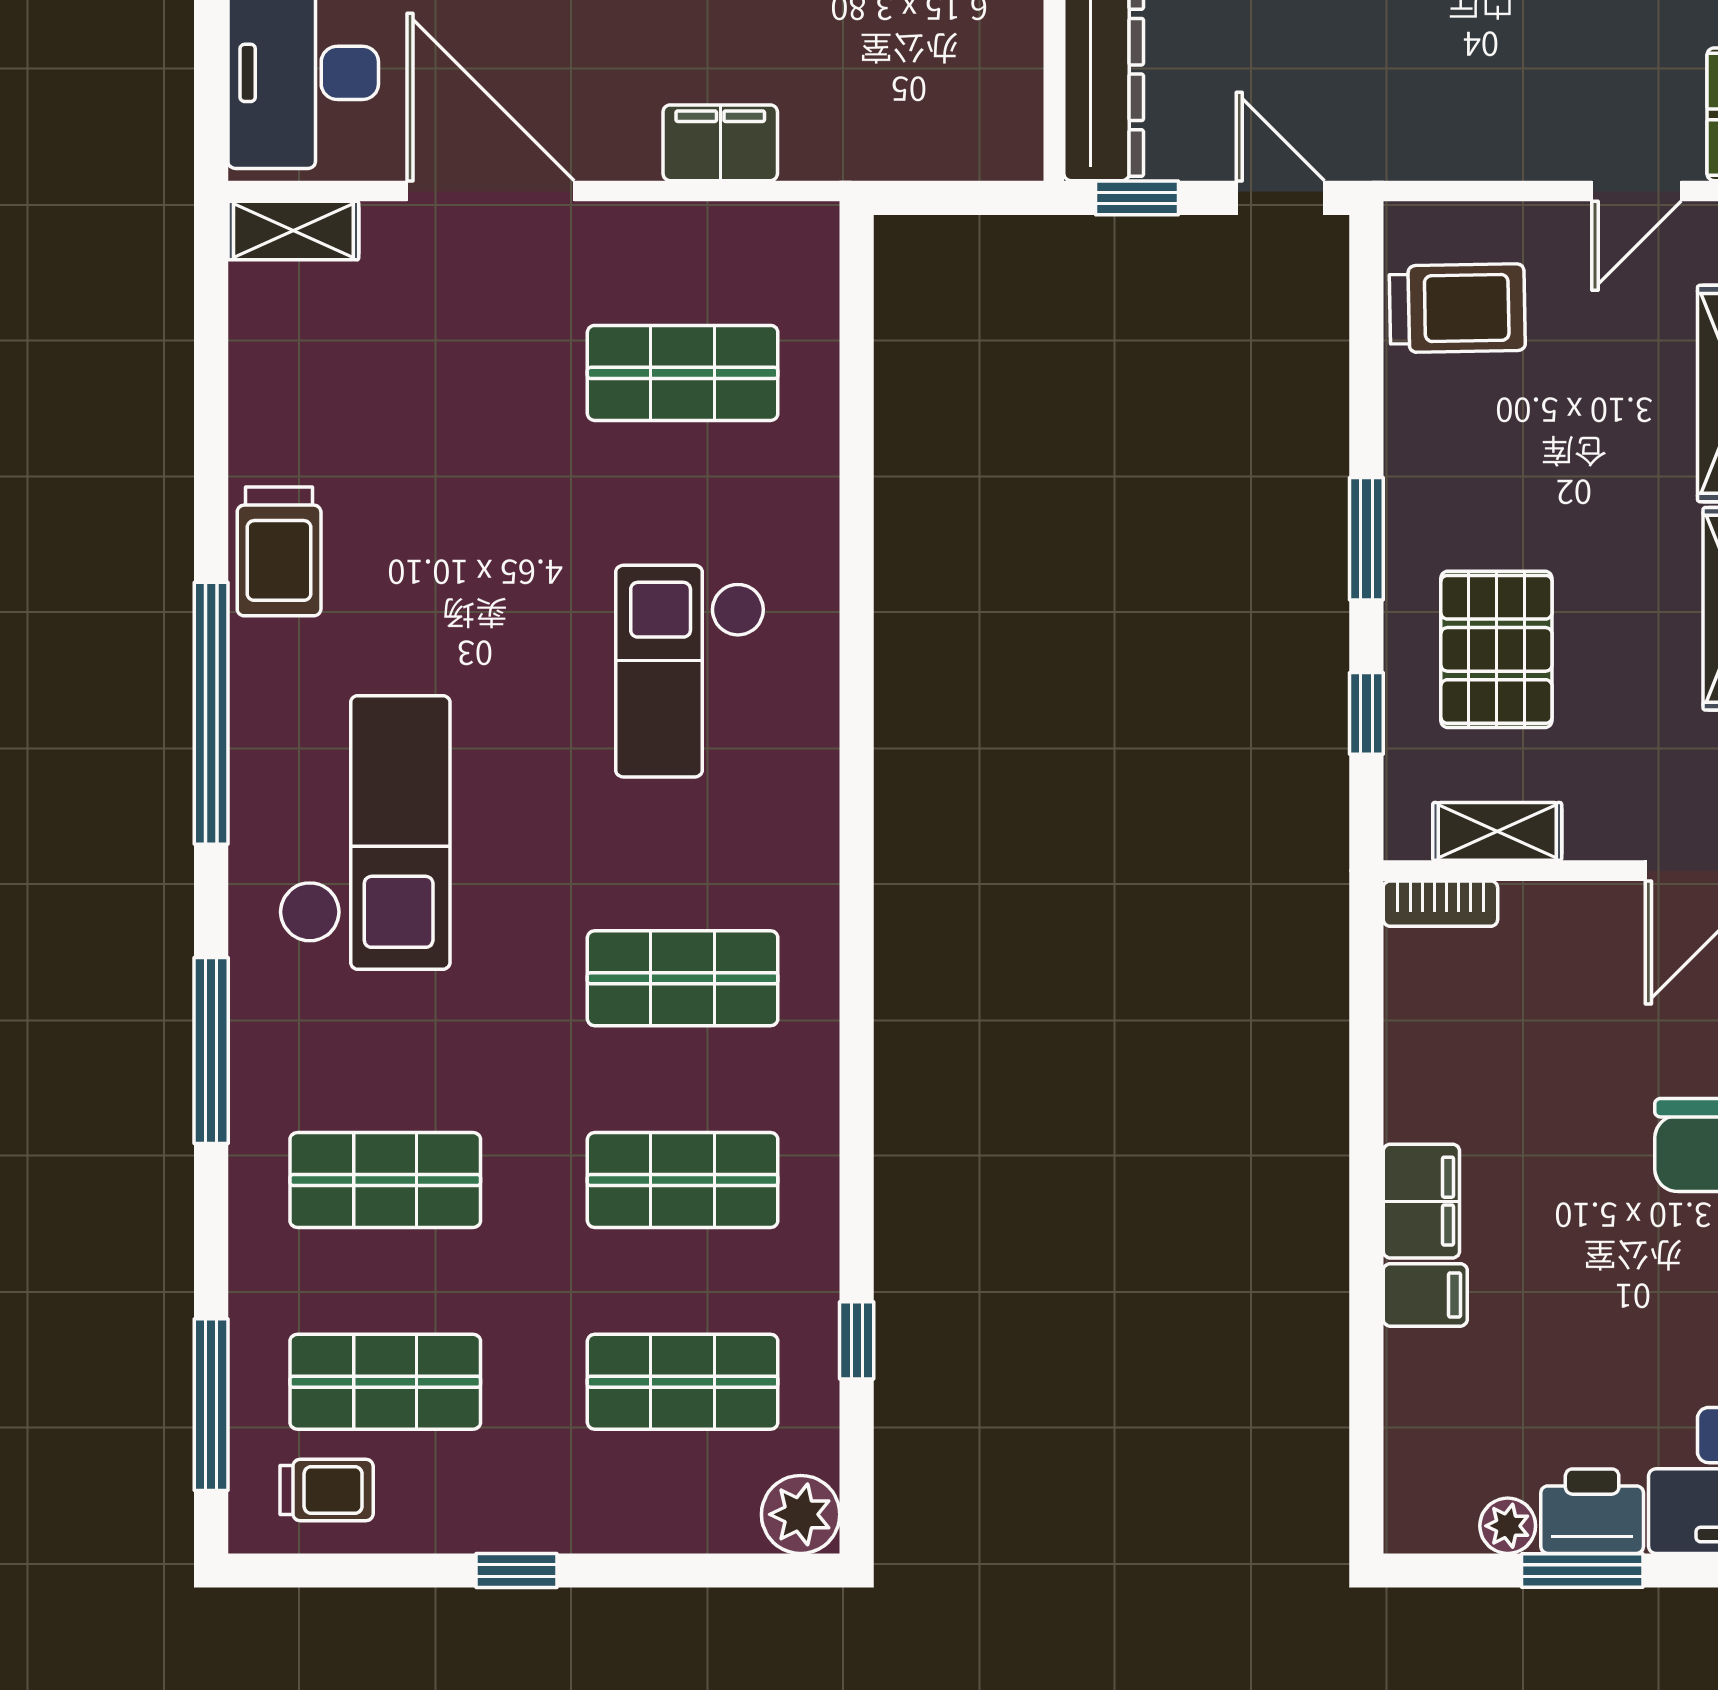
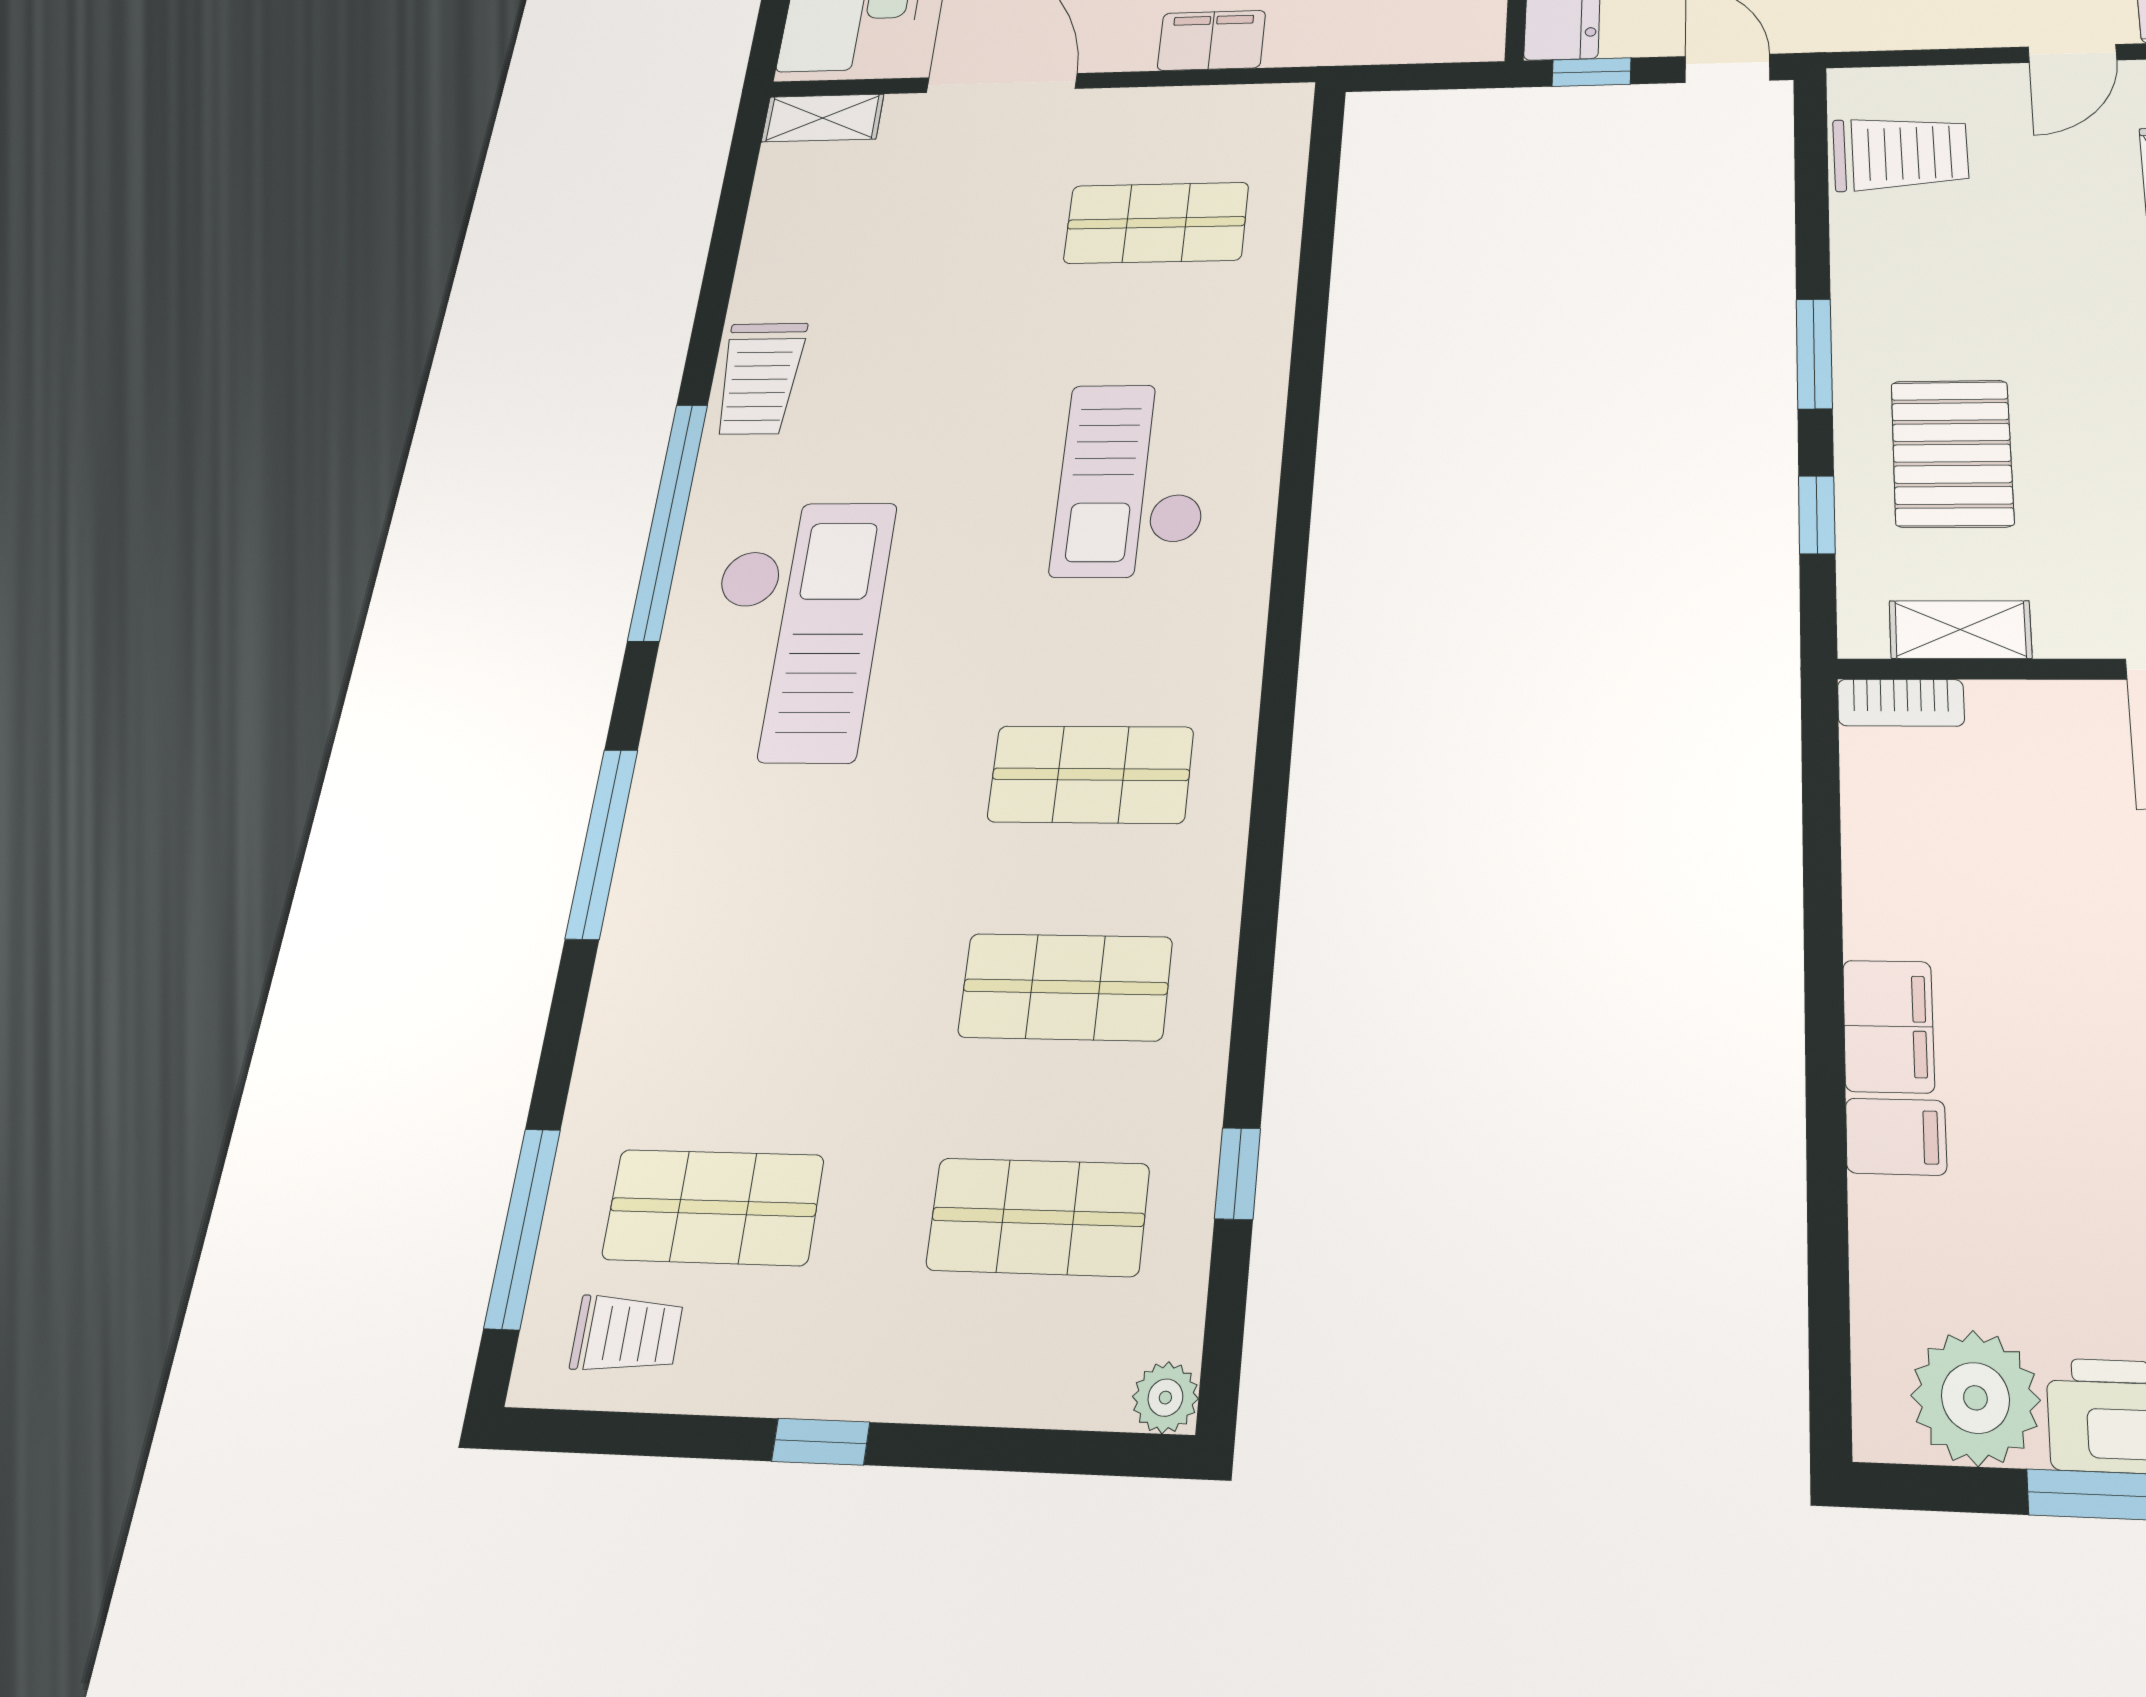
shop shelf: (385, 1180) -> (753, 981), removed
plant: (801, 1514) -> (1165, 1398), width x0.73, depth x0.73
plant: (1508, 1526) -> (1975, 1398), width x1.87, depth x1.87

